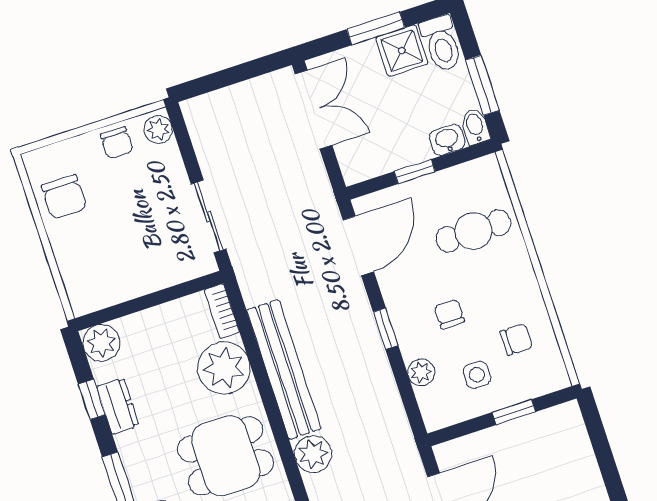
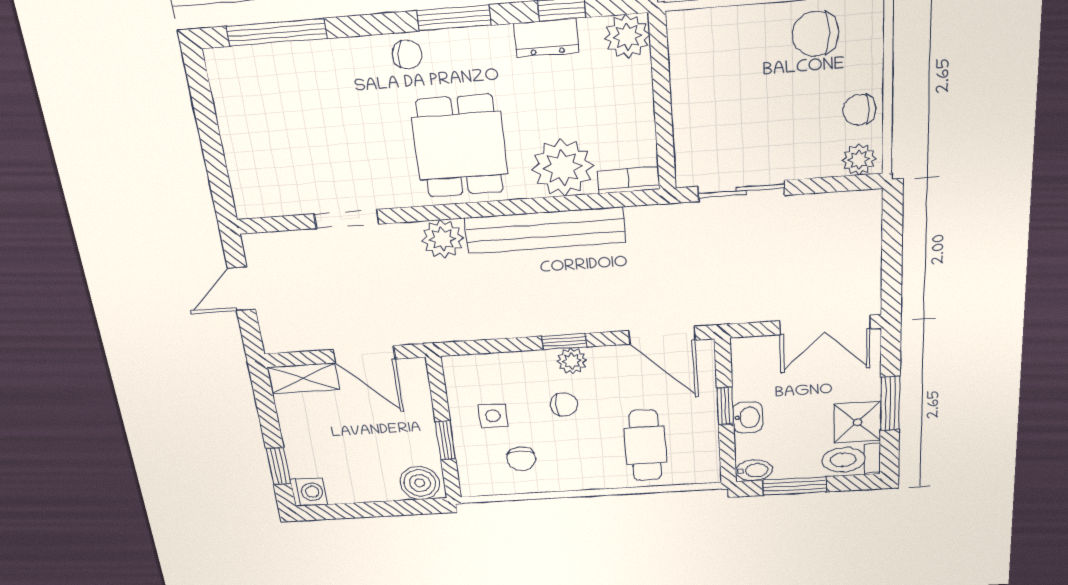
washbasin: (447, 140) -> (748, 417), moved
plant: (421, 372) -> (572, 361), moved
boiler: (566, 427) -> (420, 483), added

